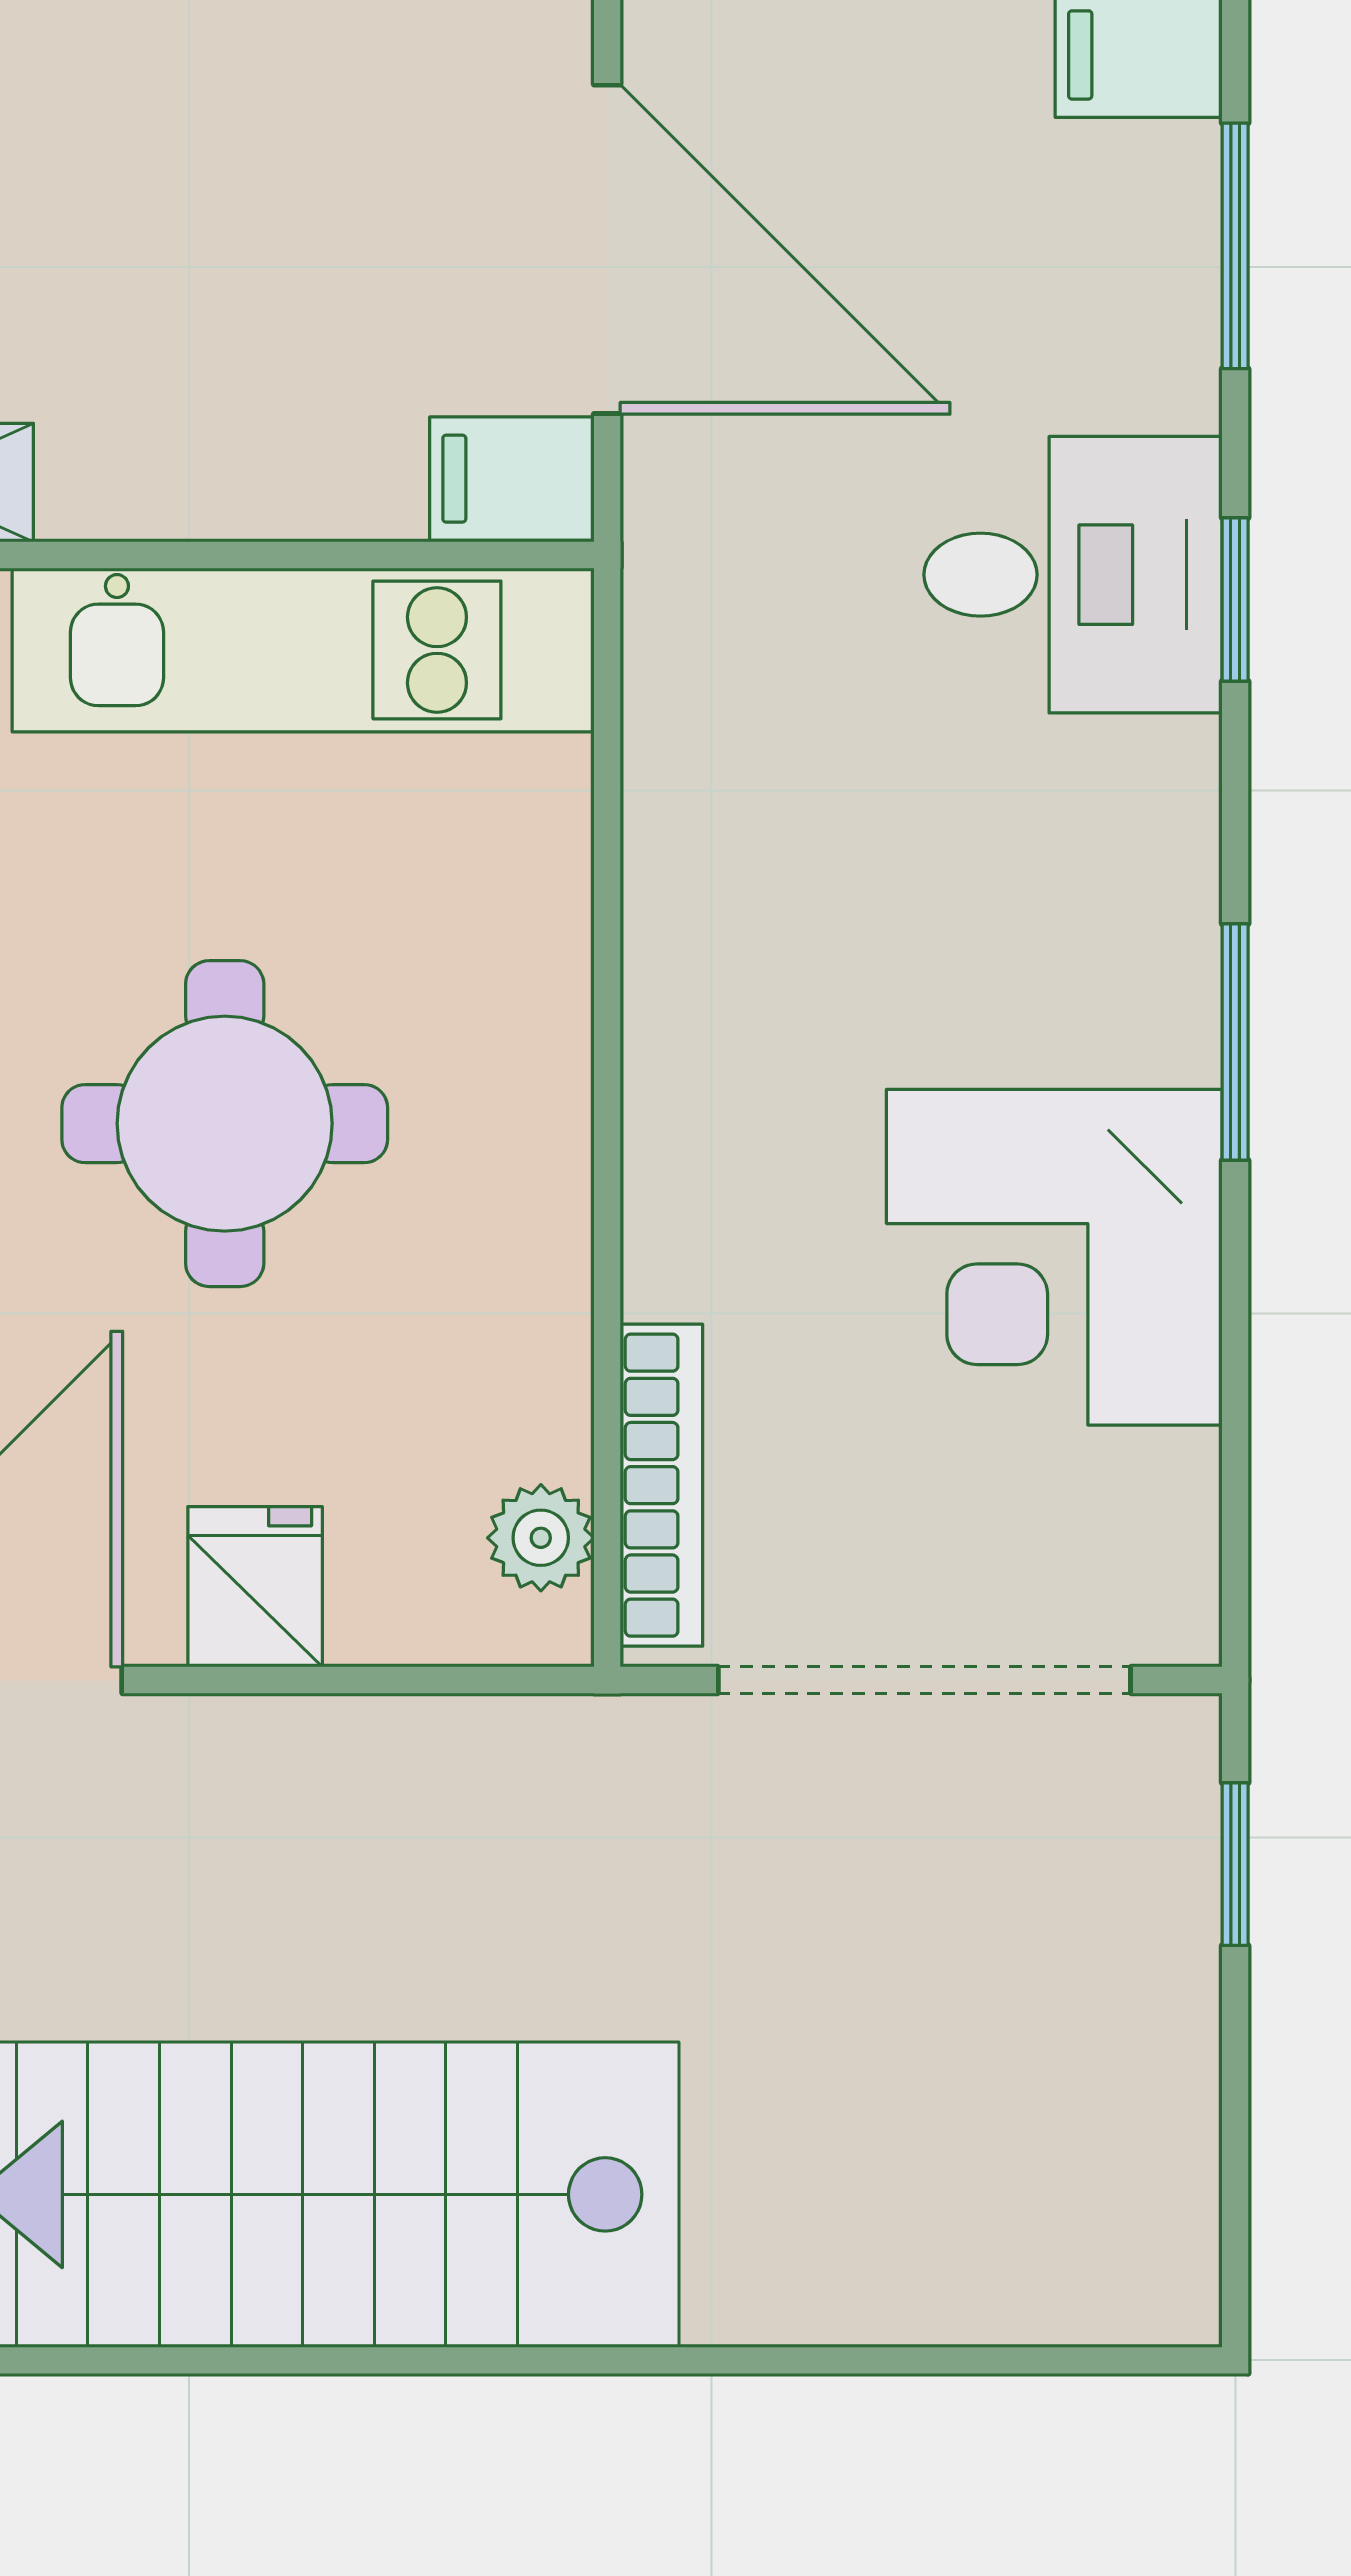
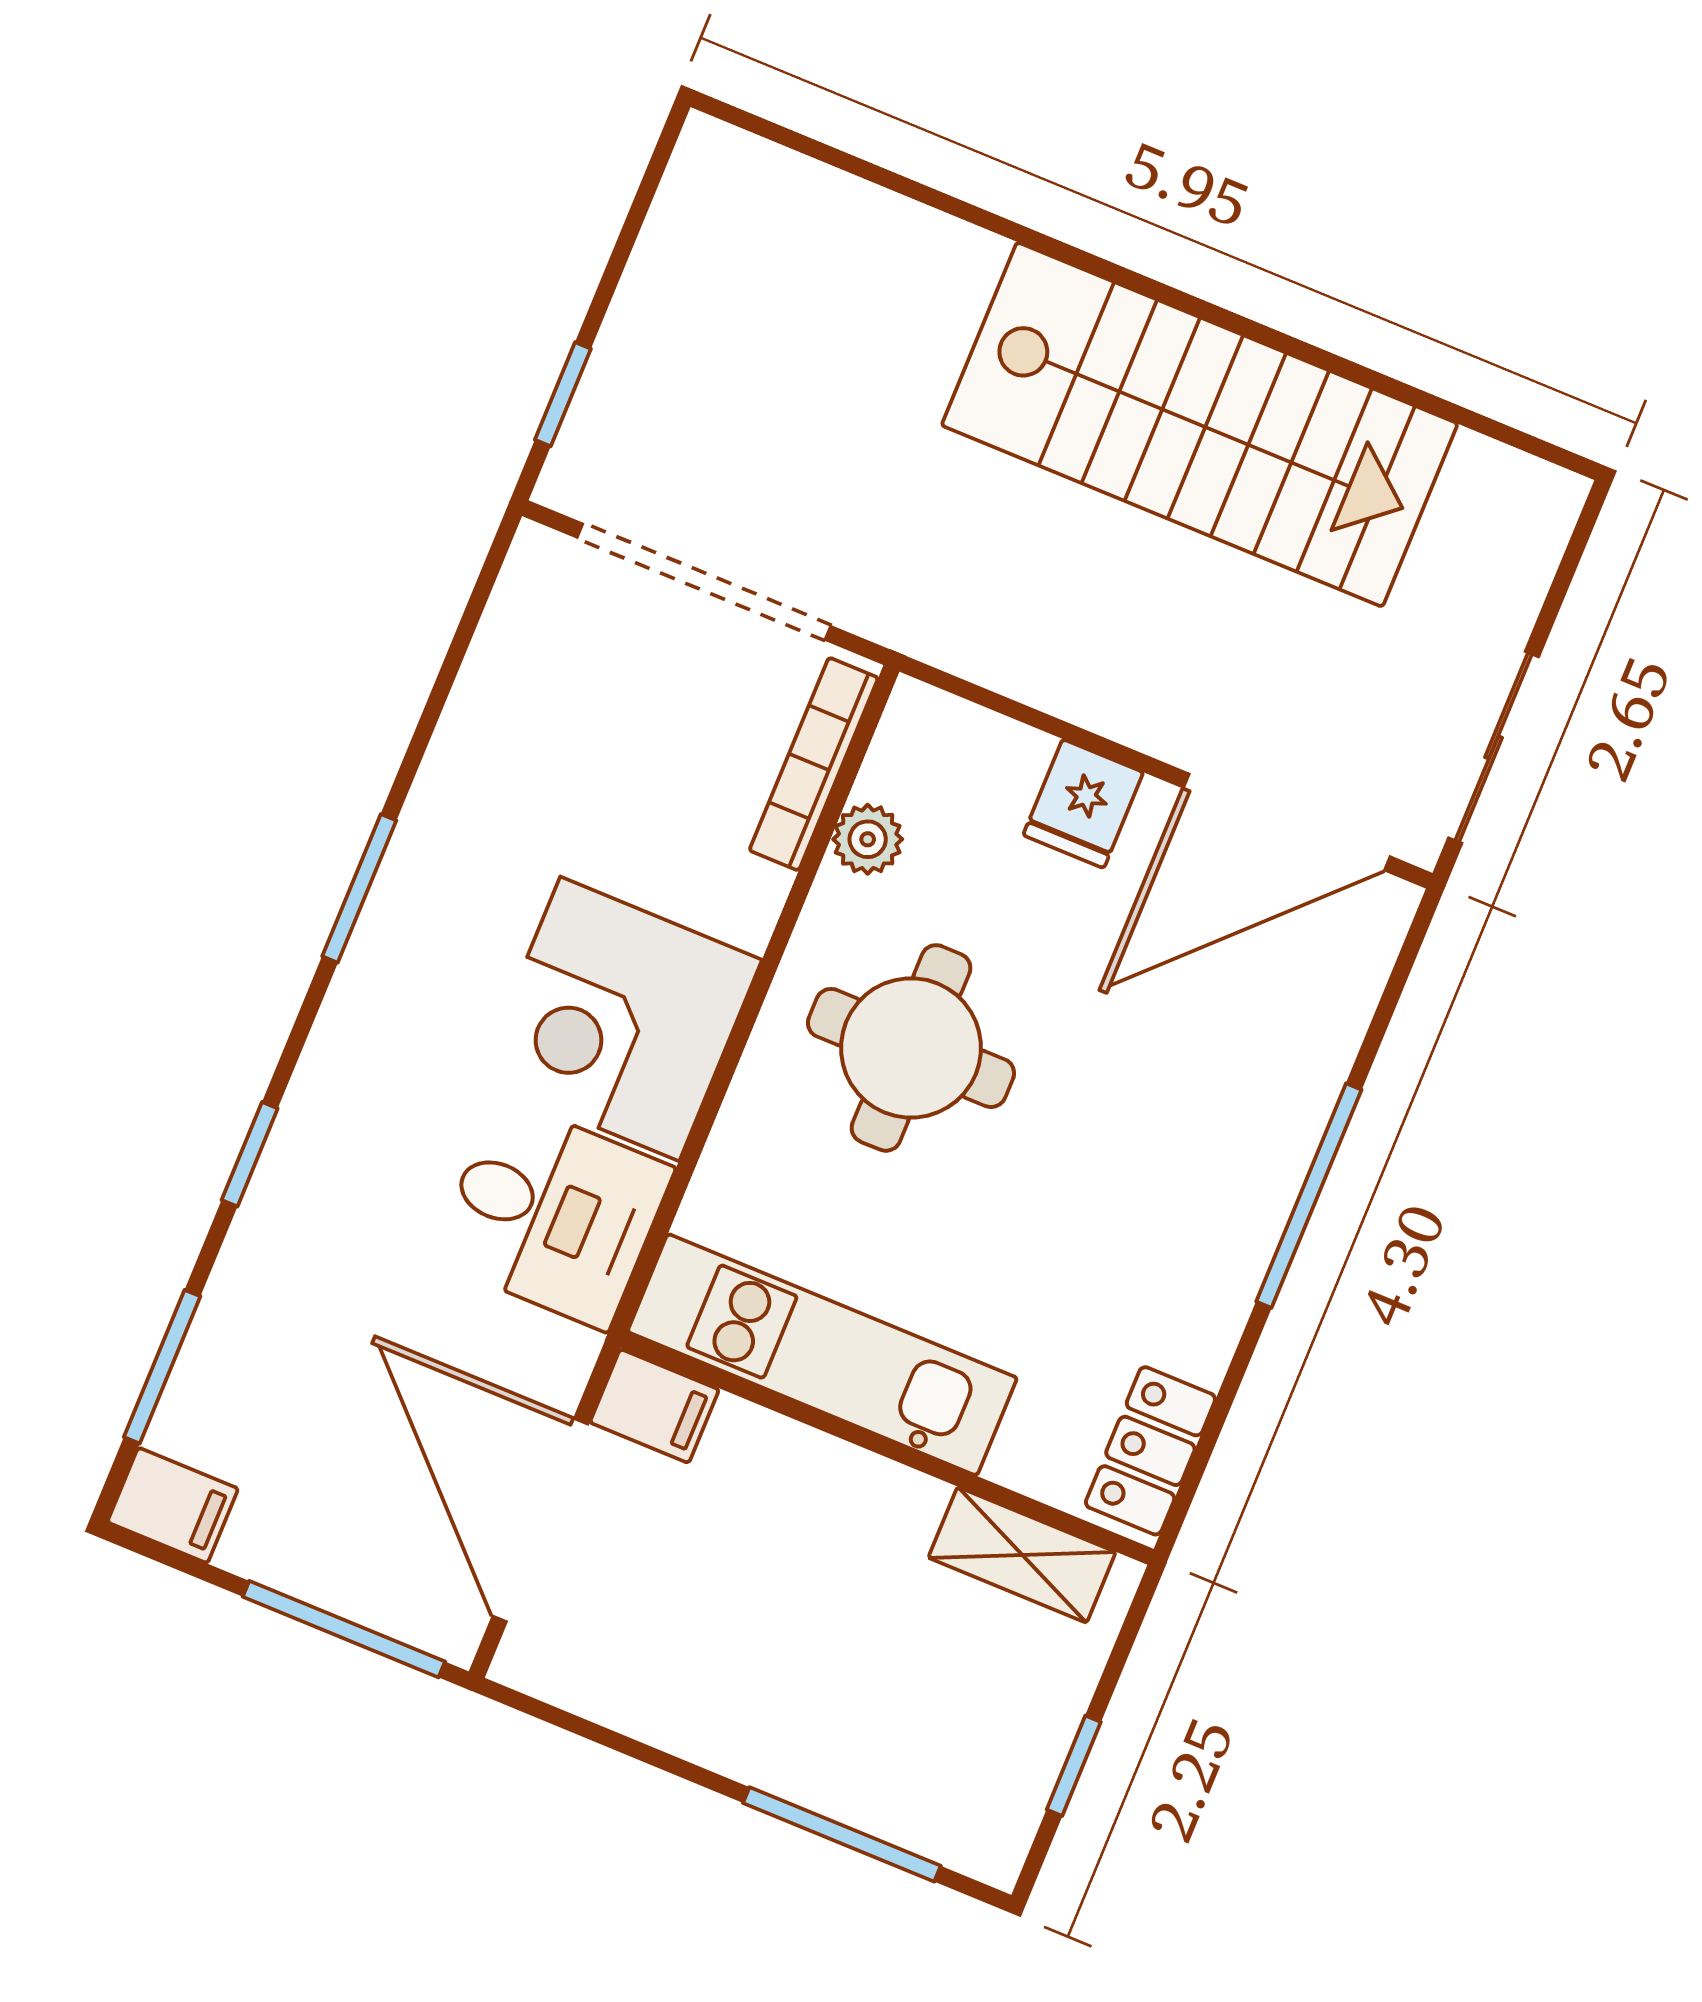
desk: (1073, 575) -> (553, 1214), moved, turned 180
round table: (225, 1124) -> (911, 1048), moved
corner desk: (1054, 1257) -> (620, 1019), moved, turned 180
plant: (541, 1538) -> (868, 839), moved

